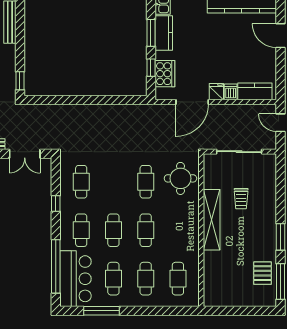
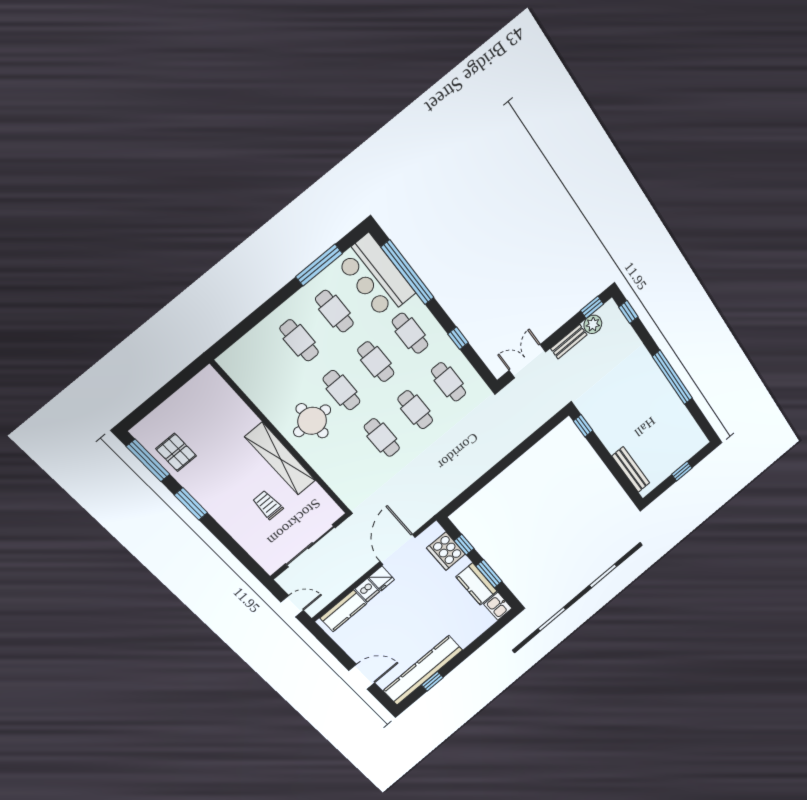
round table: (180, 178) -> (312, 421), moved
cafe table: (178, 279) -> (415, 410), moved

